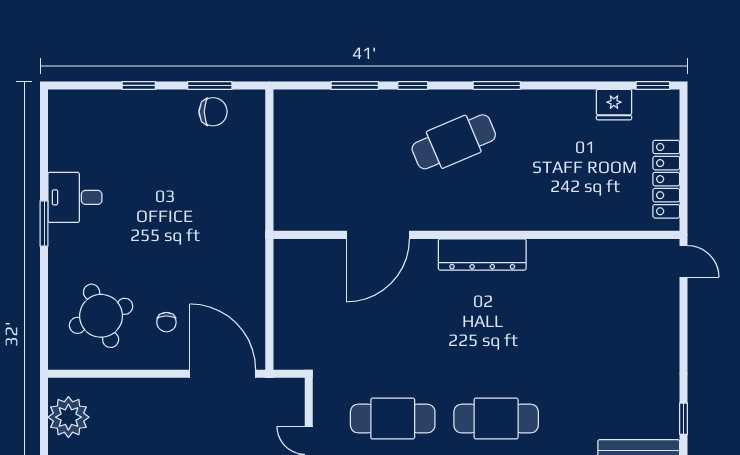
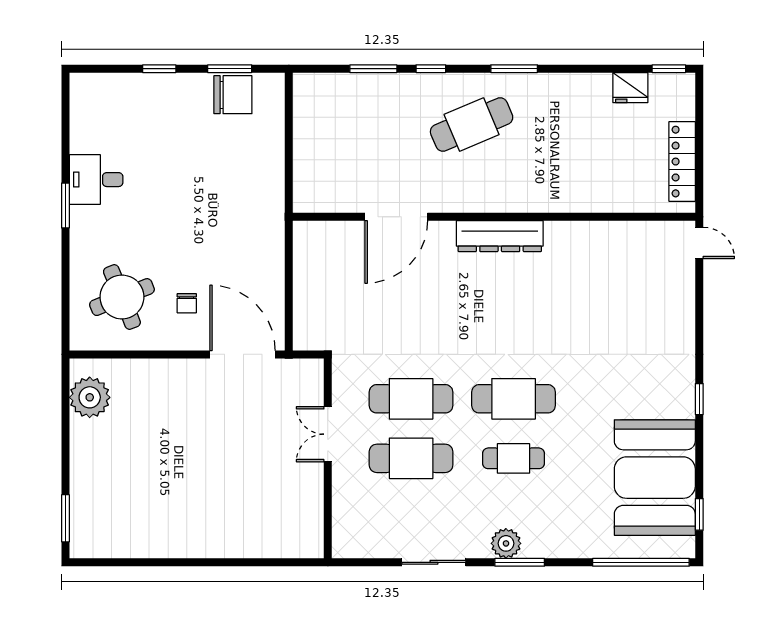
chair: (213, 112) -> (233, 95), width x1.37, depth x1.37

